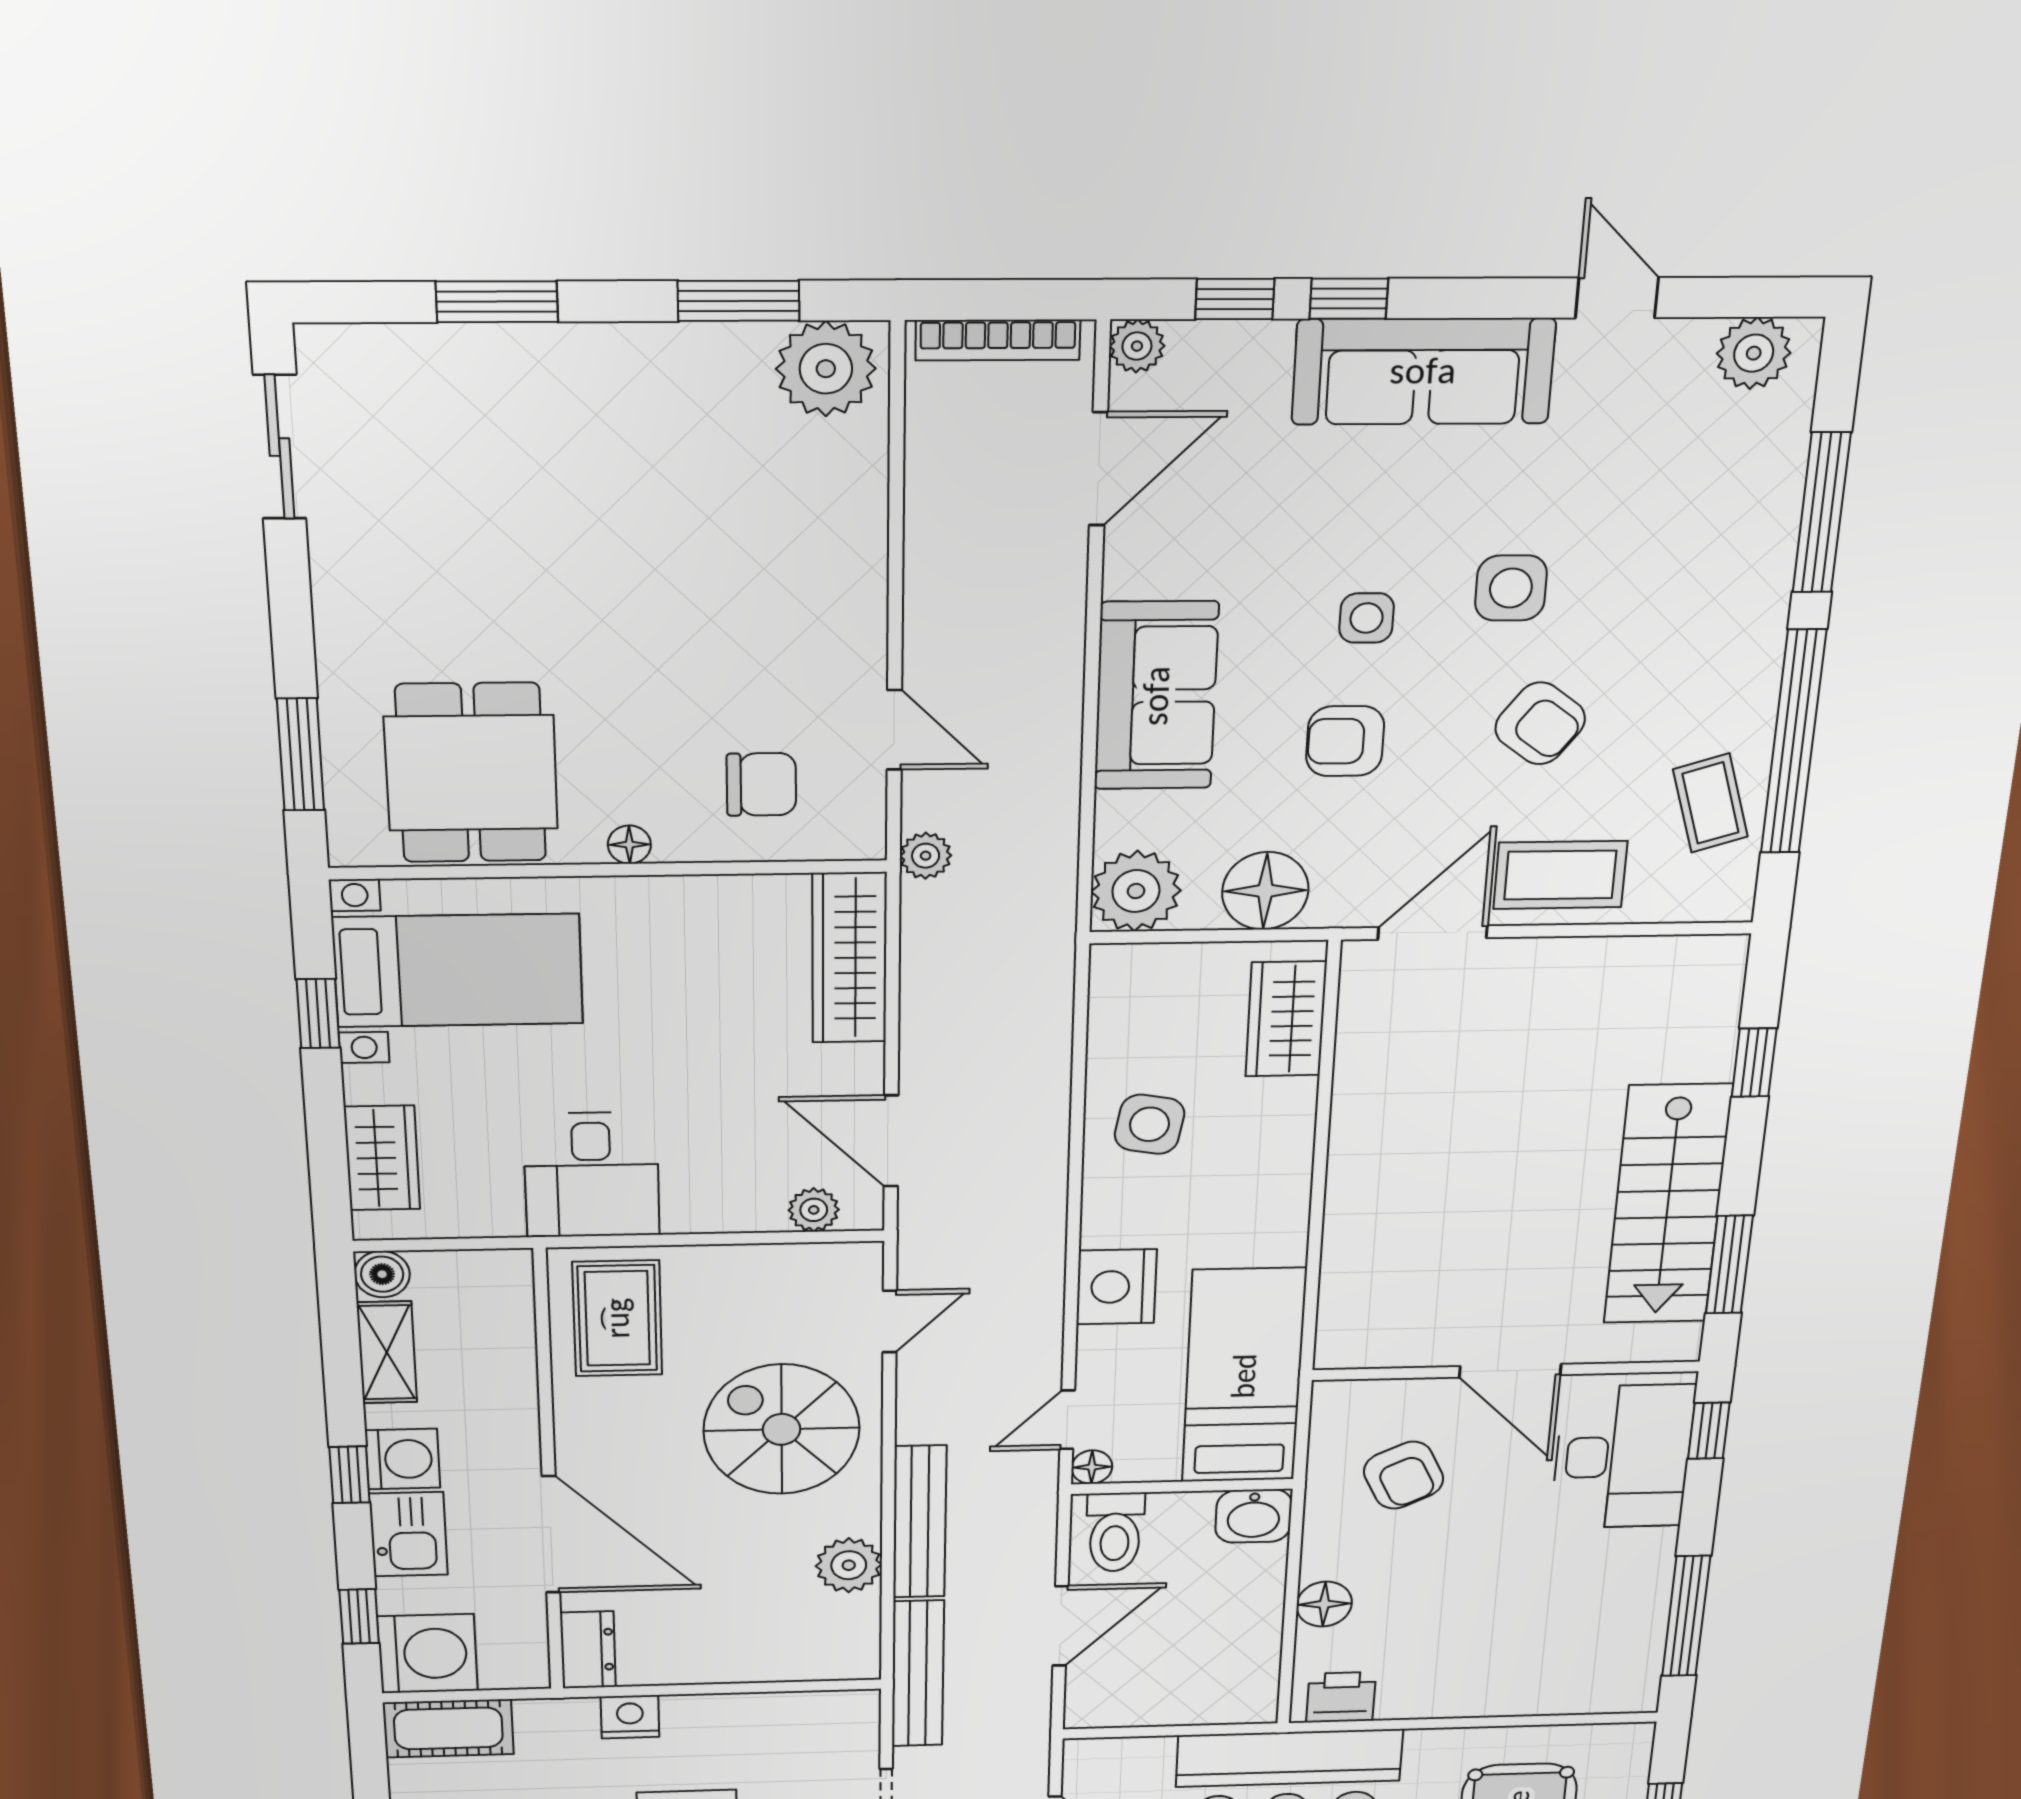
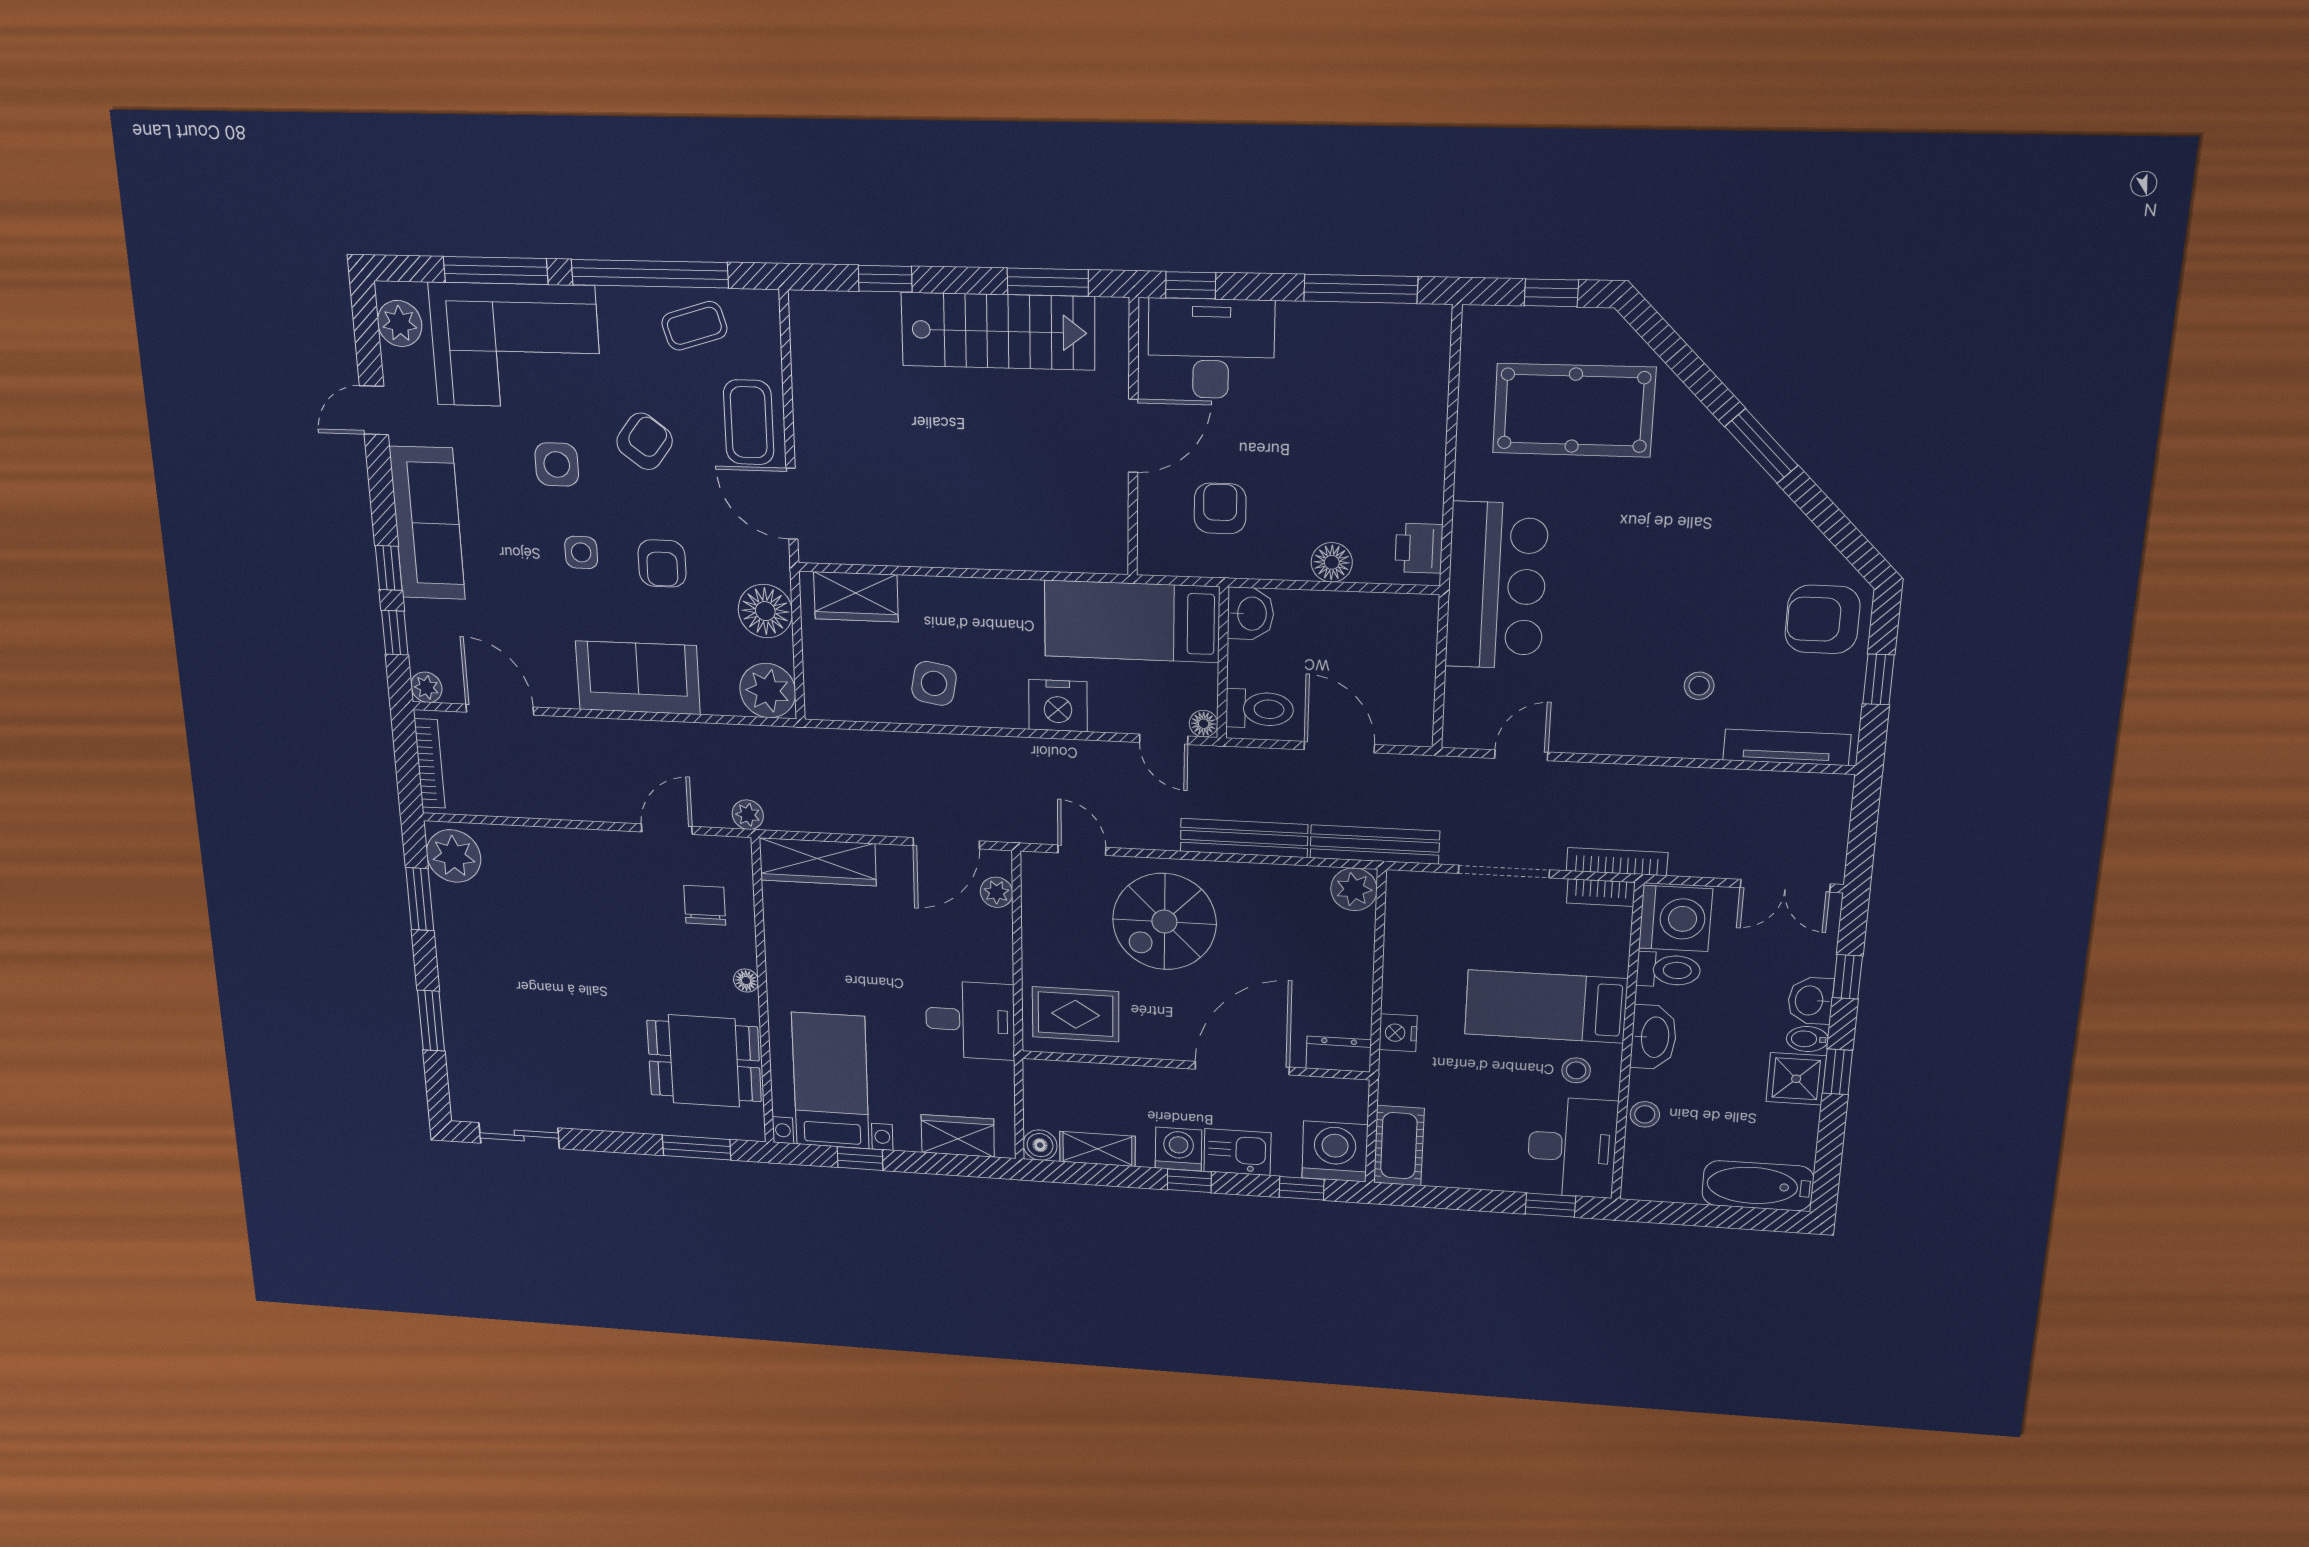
corner sofa: (1703, 536) -> (515, 346), added
armchair: (1404, 1475) -> (1220, 508), turned -64
plant: (849, 1565) -> (1354, 889), moved

